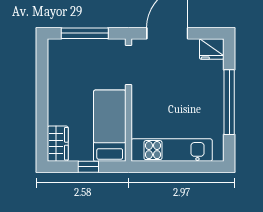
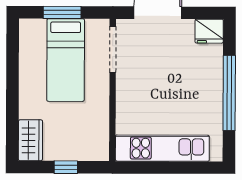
window: (85, 33) -> (62, 12), width x0.69
bed: (110, 126) -> (66, 60), moved, turned 180

